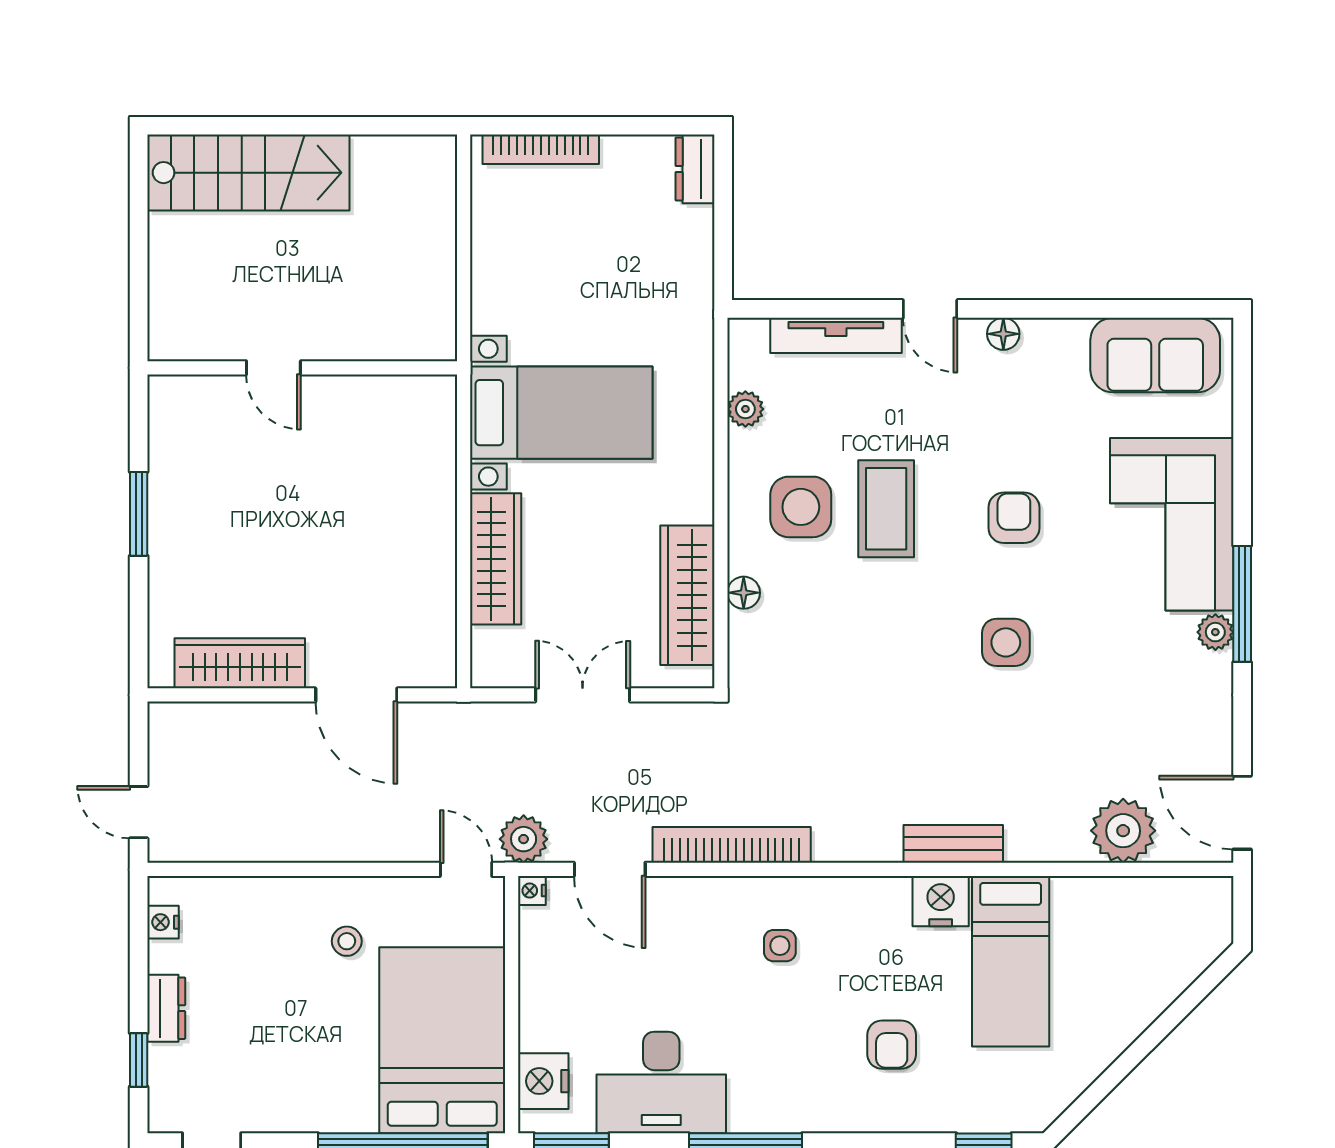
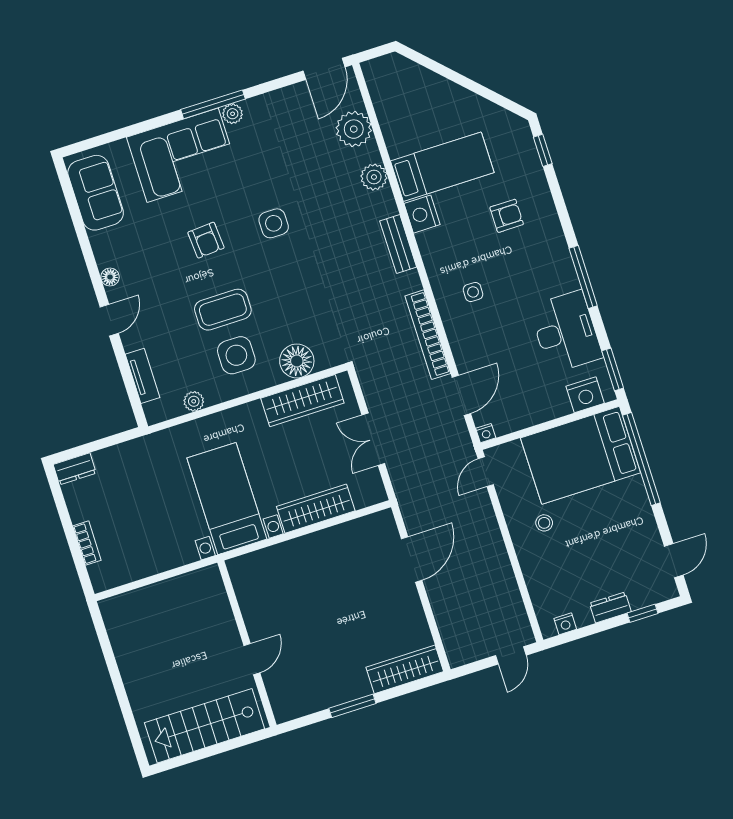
bookcase: (541, 149) -> (87, 543), width x0.64
stairs: (248, 173) -> (205, 726), moved, turned -90
tv unit: (836, 335) -> (143, 376), width x0.71
armchair: (1014, 518) -> (206, 240), turned -94
floor lamp: (744, 593) -> (297, 361), width x1.89, depth x1.89
wardrobe: (240, 663) -> (405, 669), moved, turned 90
plant: (524, 839) -> (374, 177), moved
bench: (953, 844) -> (398, 244), moved

